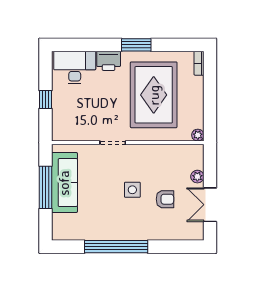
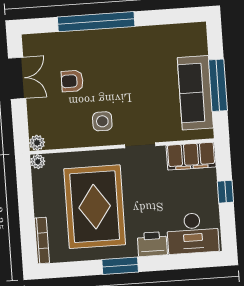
bookcase: (199, 63) -> (42, 241), width x1.56
filing cabinet: (72, 131) -> (191, 156), added
plant: (197, 177) -> (37, 143), moved
side table: (132, 190) -> (102, 121), moved
window: (116, 247) -> (96, 22), moved

